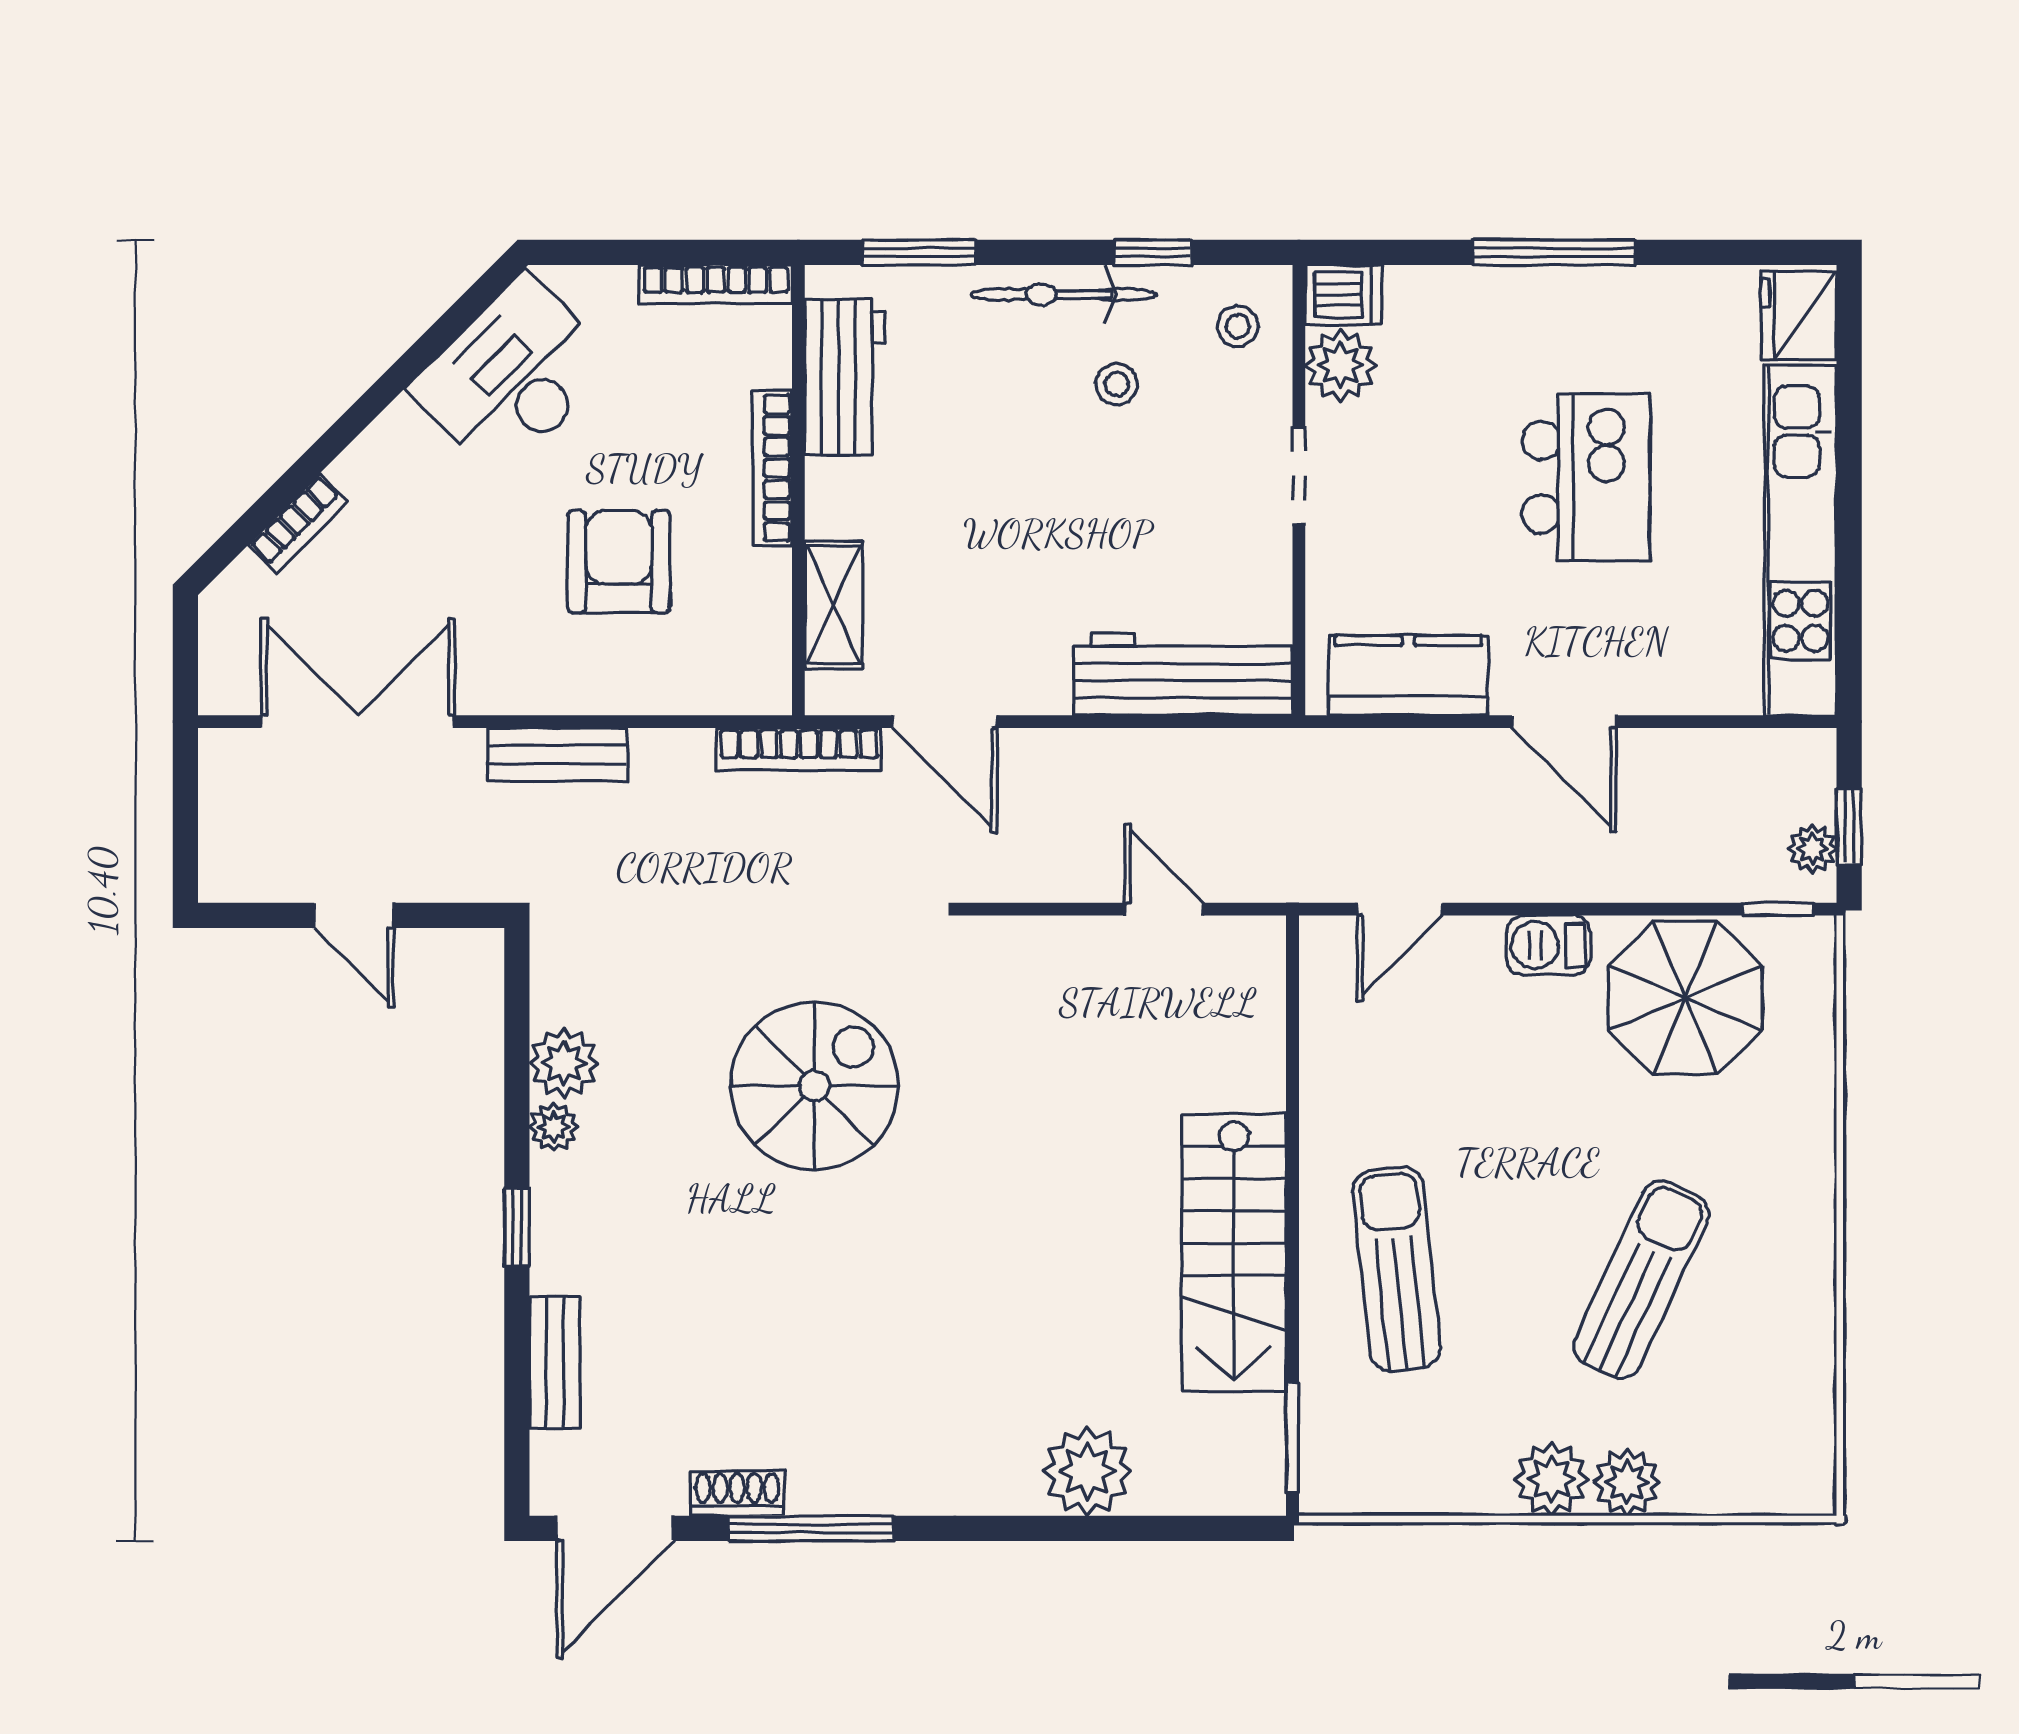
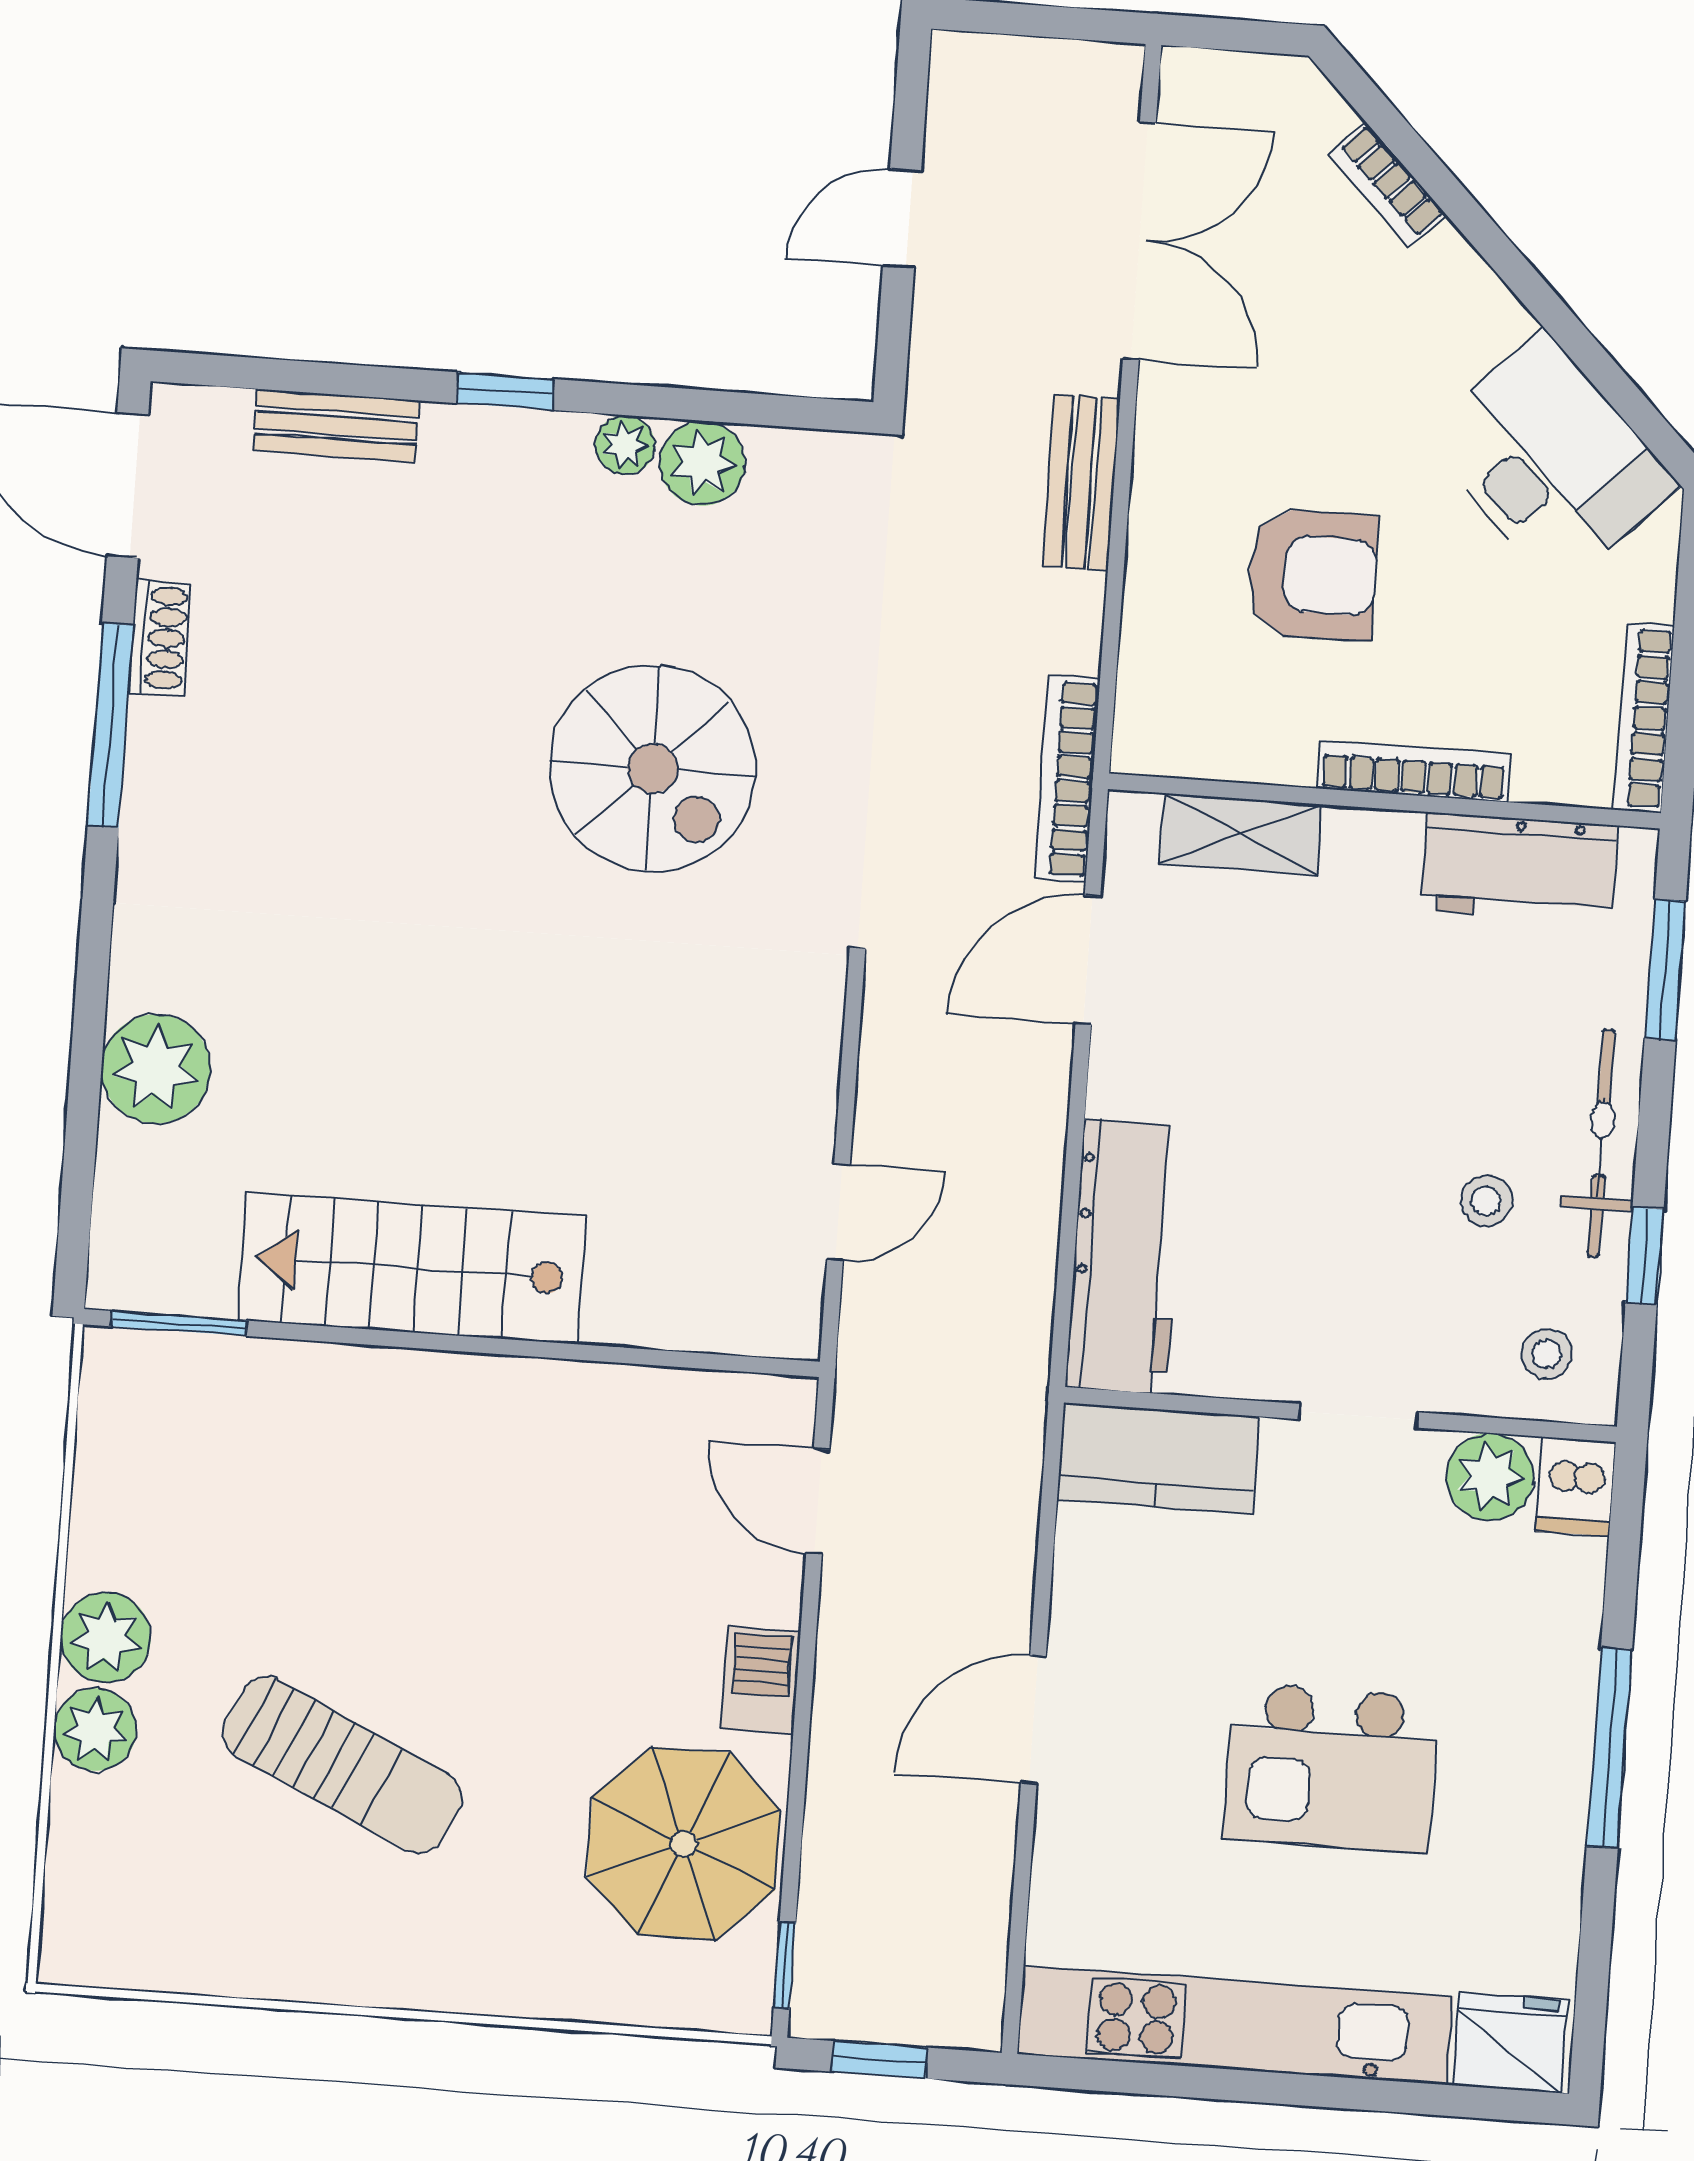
kitchen counter: (1408, 675) -> (1158, 1458), moved, turned 90
plant: (1812, 849) -> (856, 2013), removed
sun lounger: (1397, 1269) -> (377, 1466), removed

